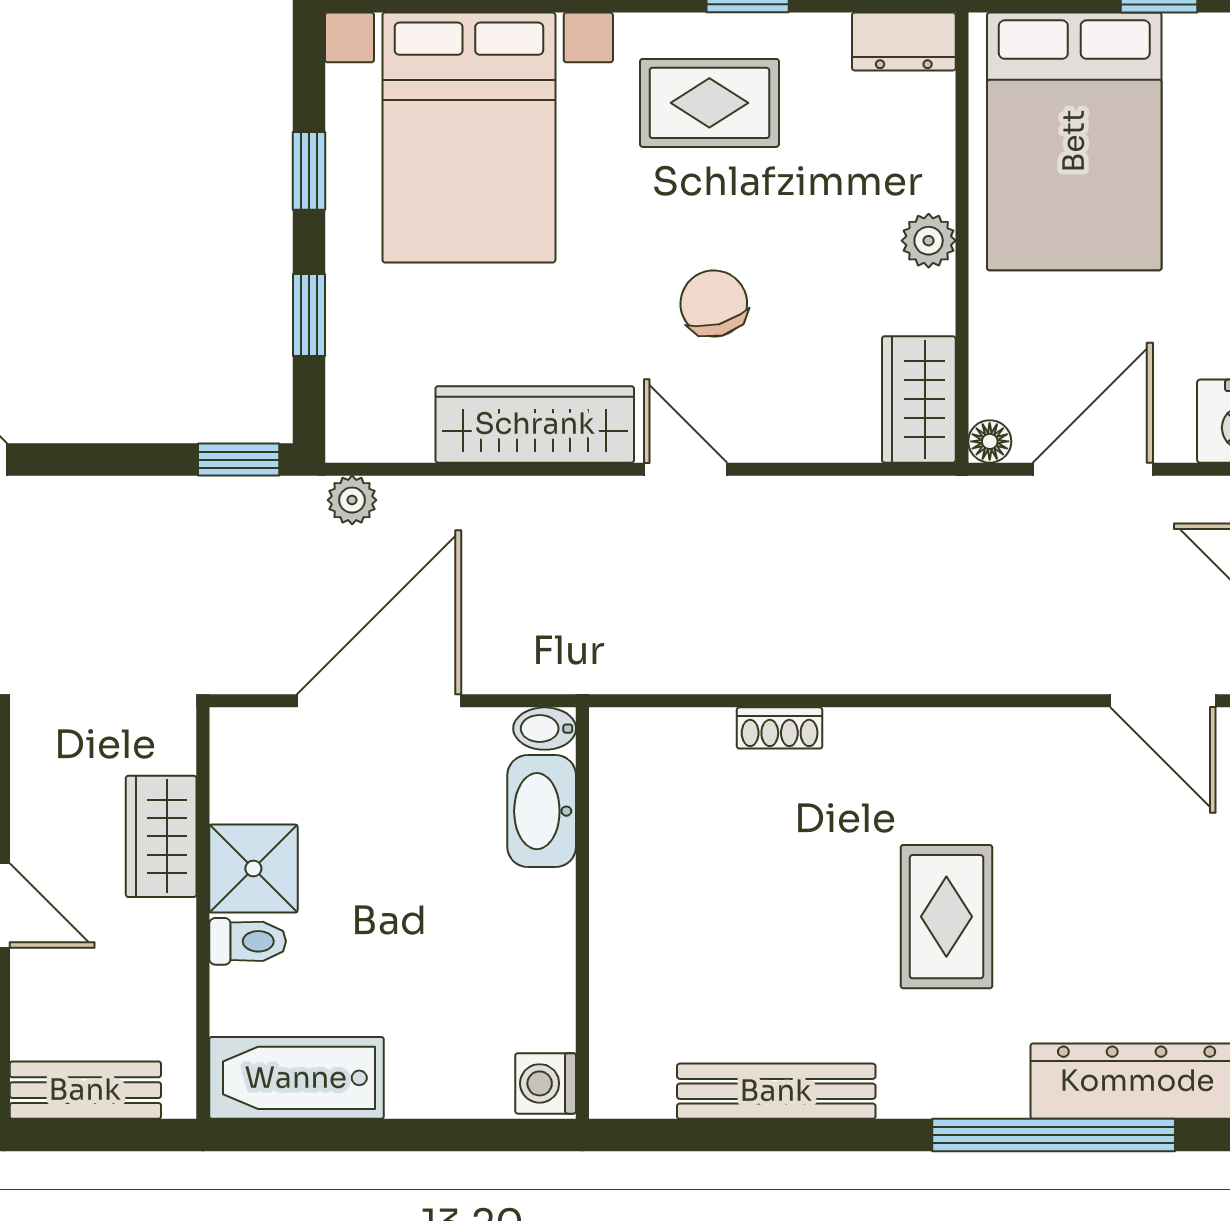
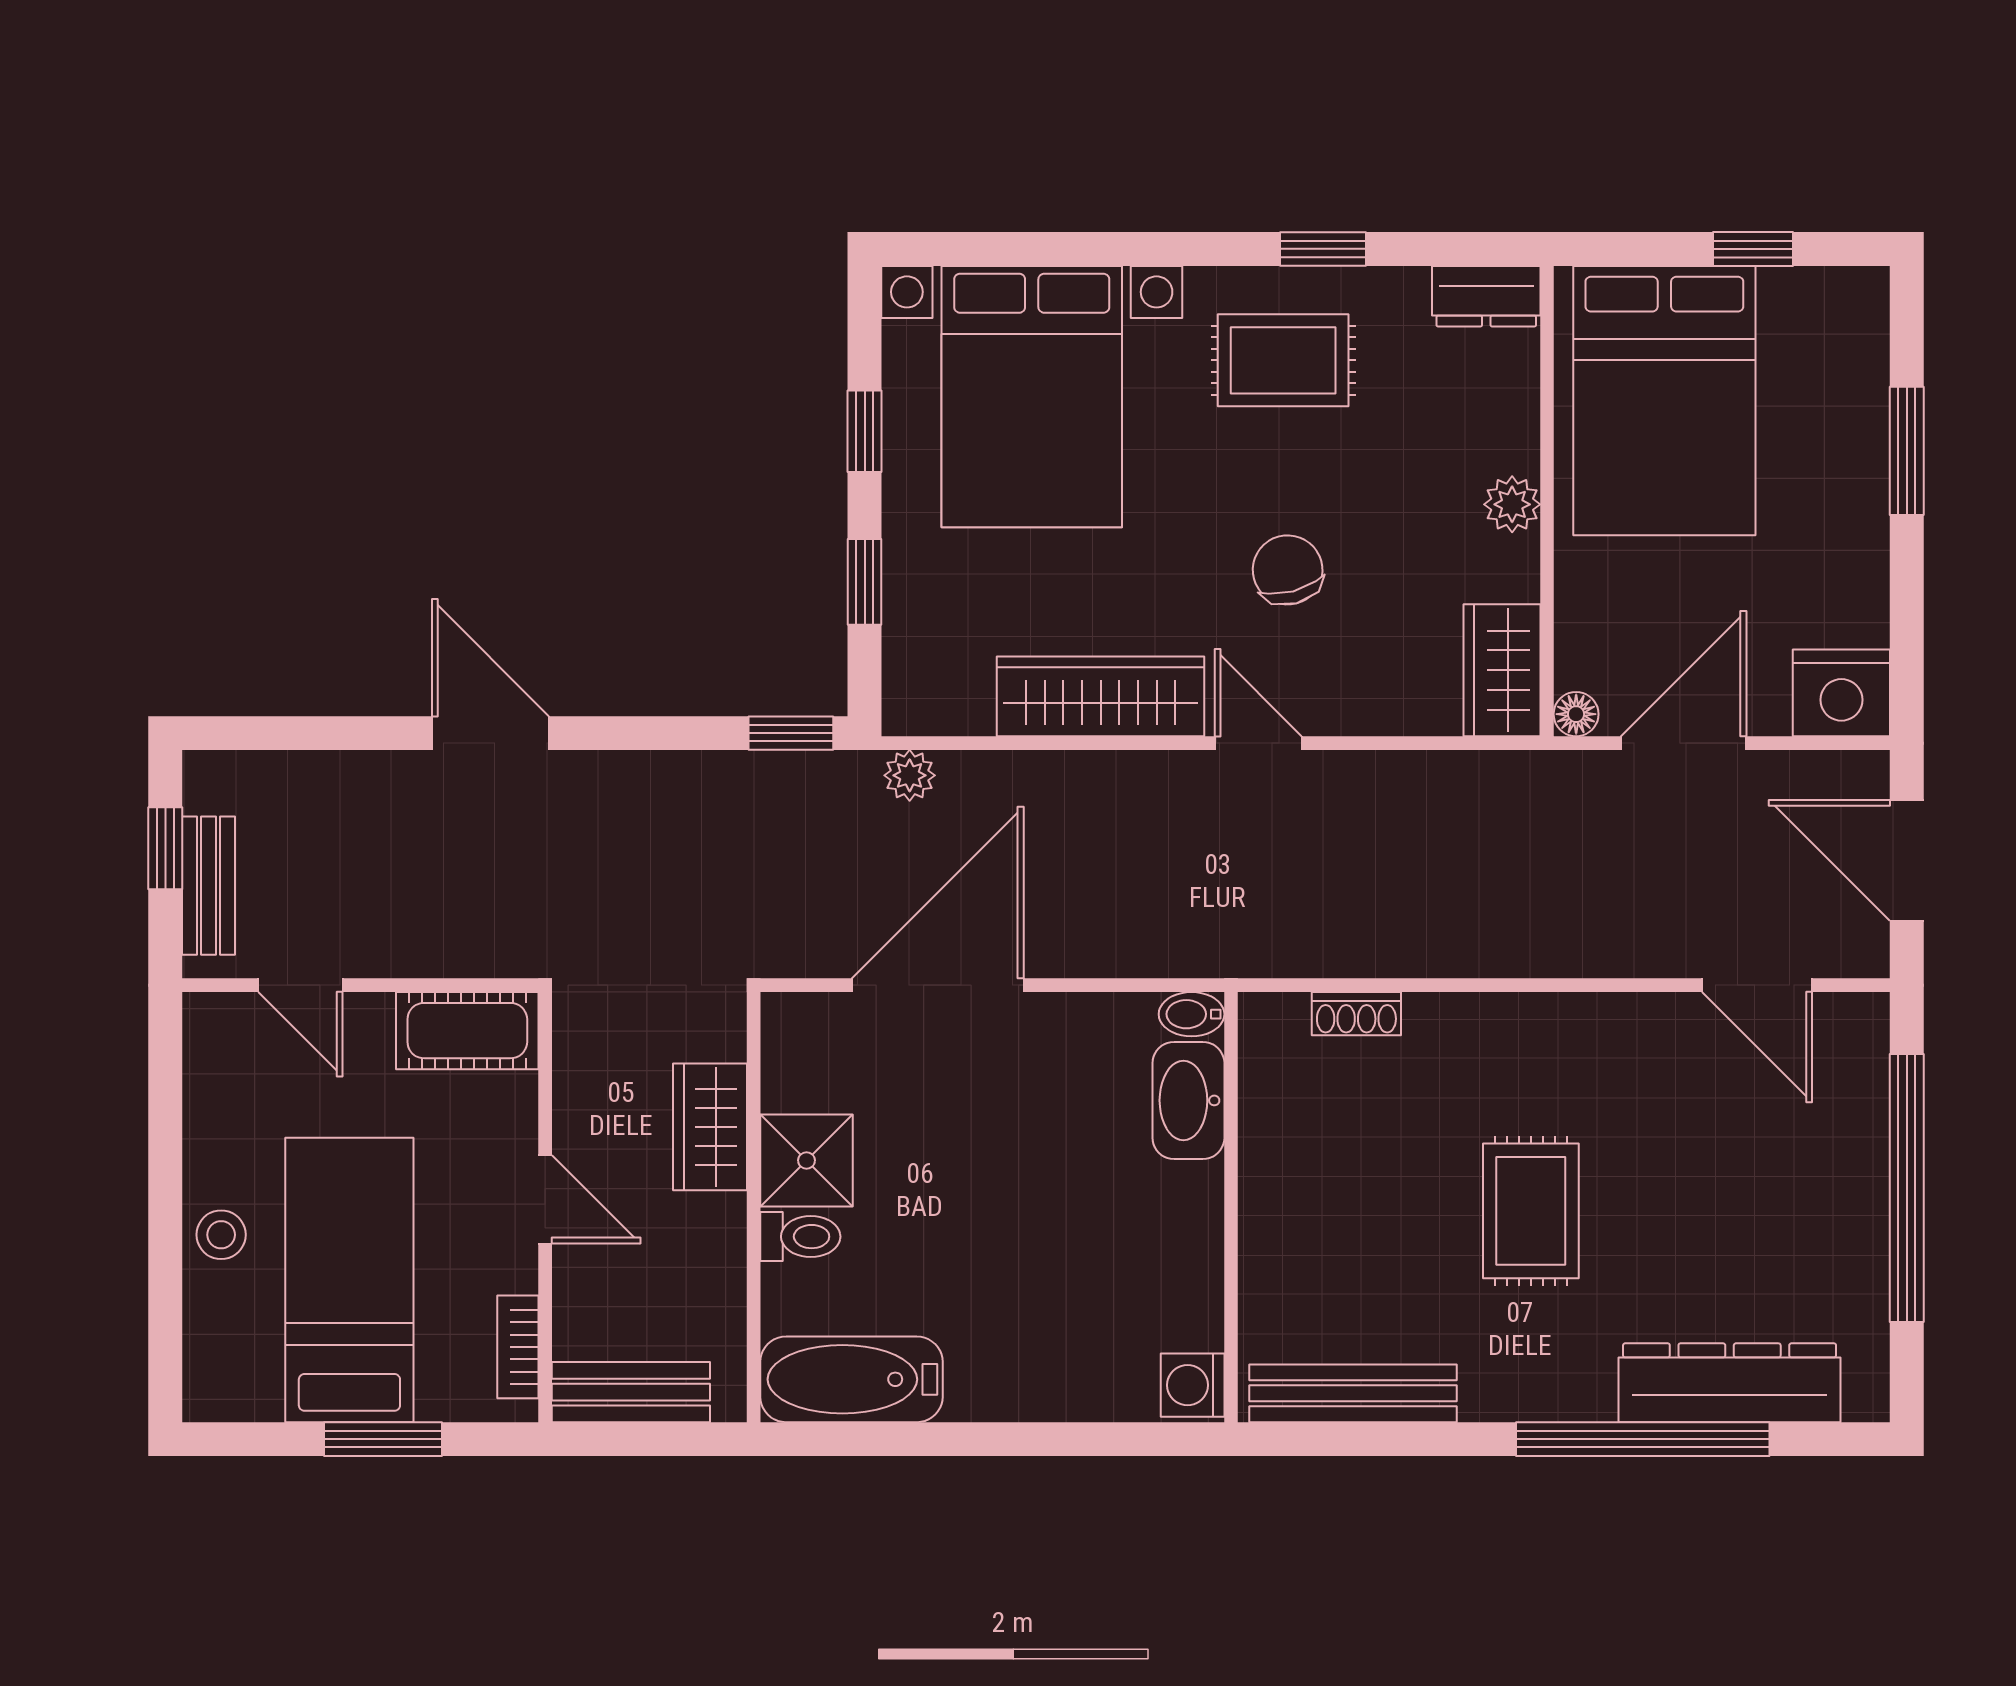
bidet: (545, 729) -> (1192, 1014), moved
washbasin: (542, 811) -> (1188, 1100), moved
wall: (582, 913) -> (1231, 1207), moved
washing machine: (546, 1083) -> (1193, 1385), moved

